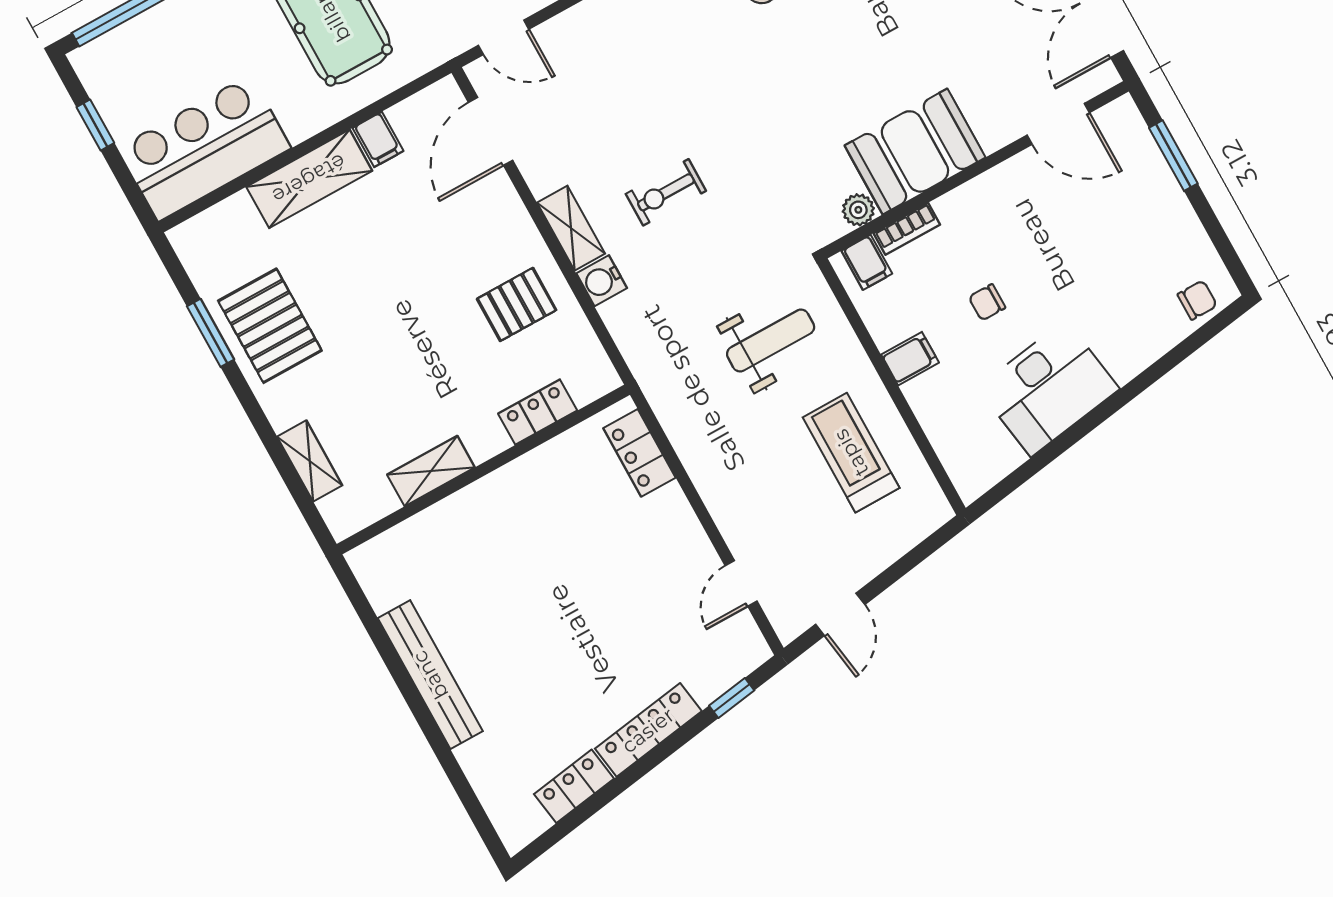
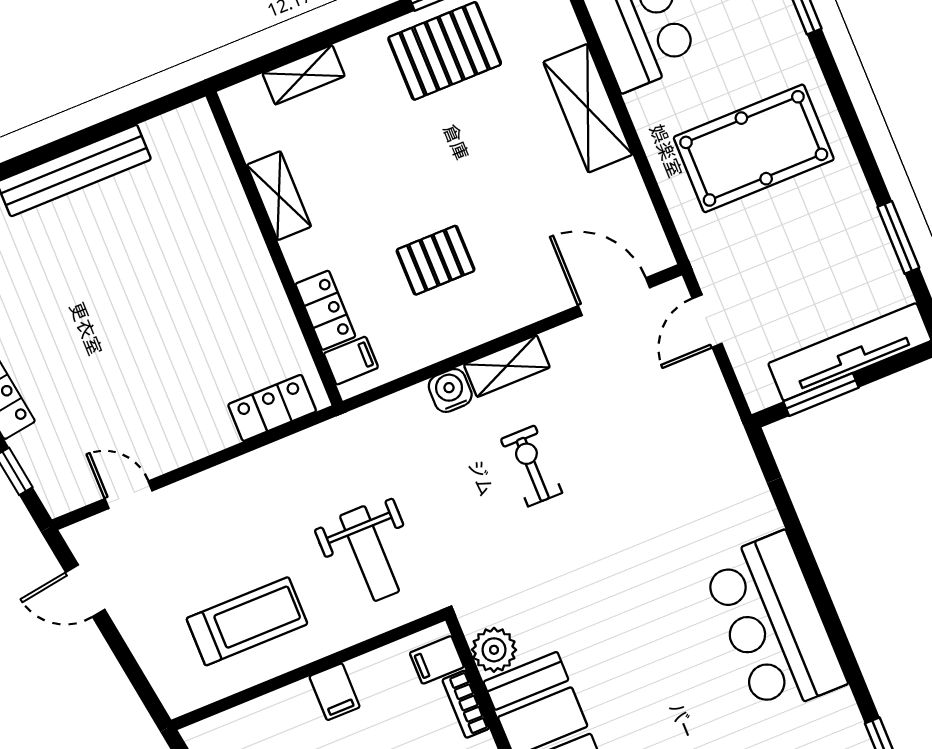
filing cabinet: (378, 139) -> (351, 361), moved, turned 180
plant: (858, 210) -> (494, 650), width x1.38, depth x1.38
pallet: (517, 304) -> (436, 260), moved, turned 90

